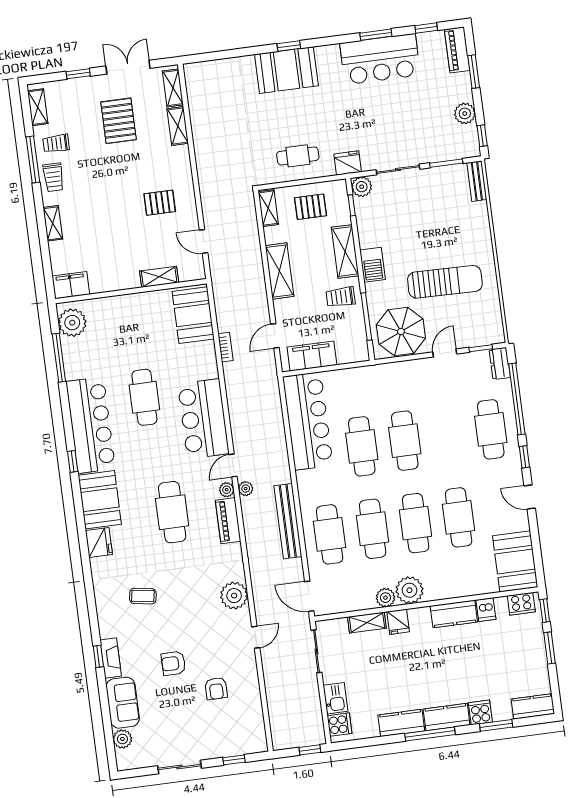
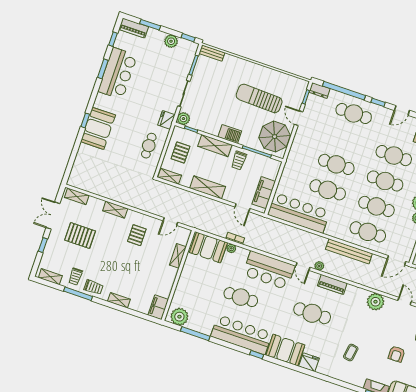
shelving: (178, 126) -> (115, 210), moved
sun lounger: (445, 282) -> (259, 98), turned -89
plant: (227, 490) -> (231, 248), moved

